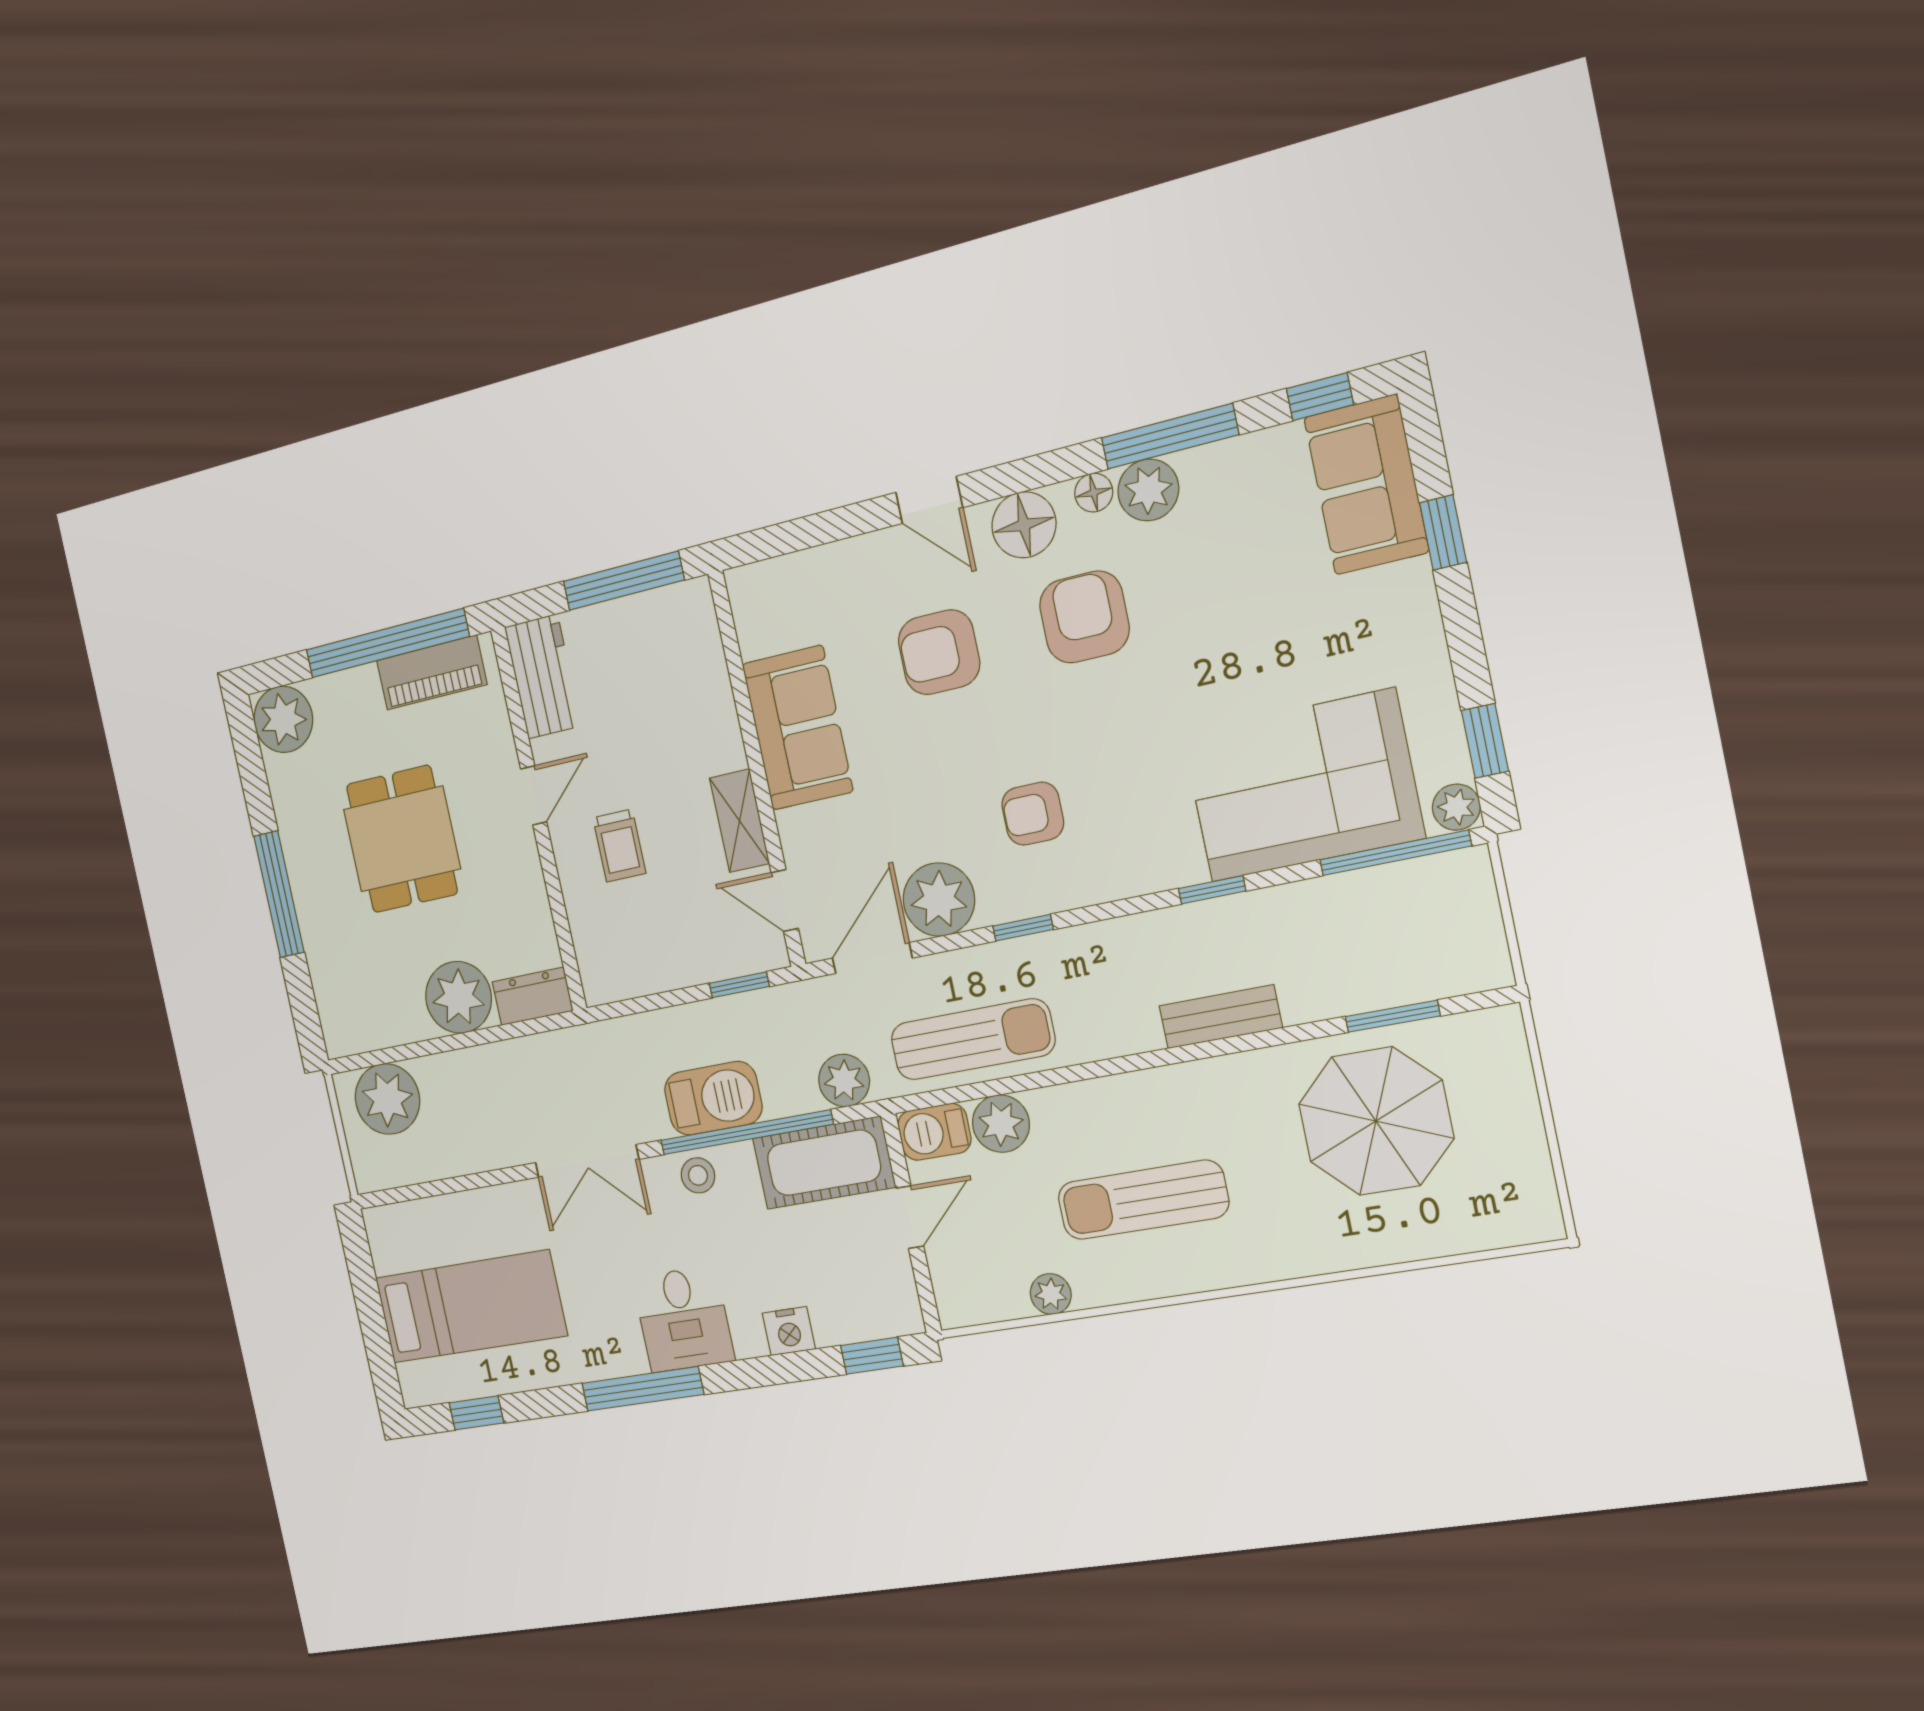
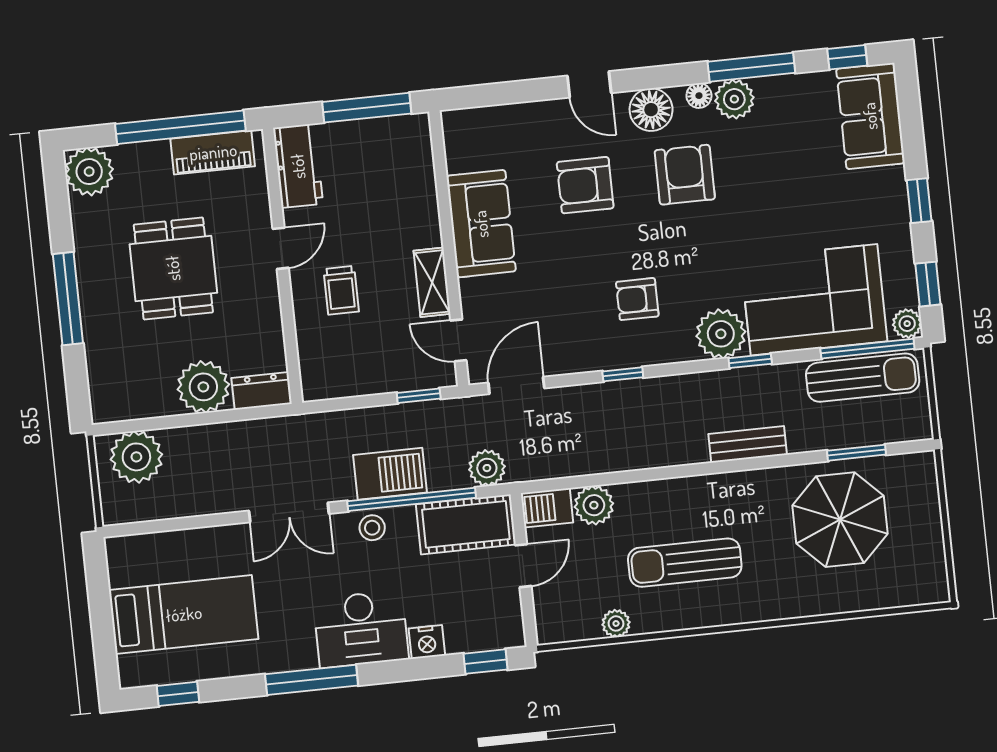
window: (1443, 532) -> (919, 201), moved
plant: (939, 900) -> (721, 334), moved
sun lounger: (973, 1039) -> (863, 378), moved
desk: (683, 1319) -> (361, 629), width x1.37

